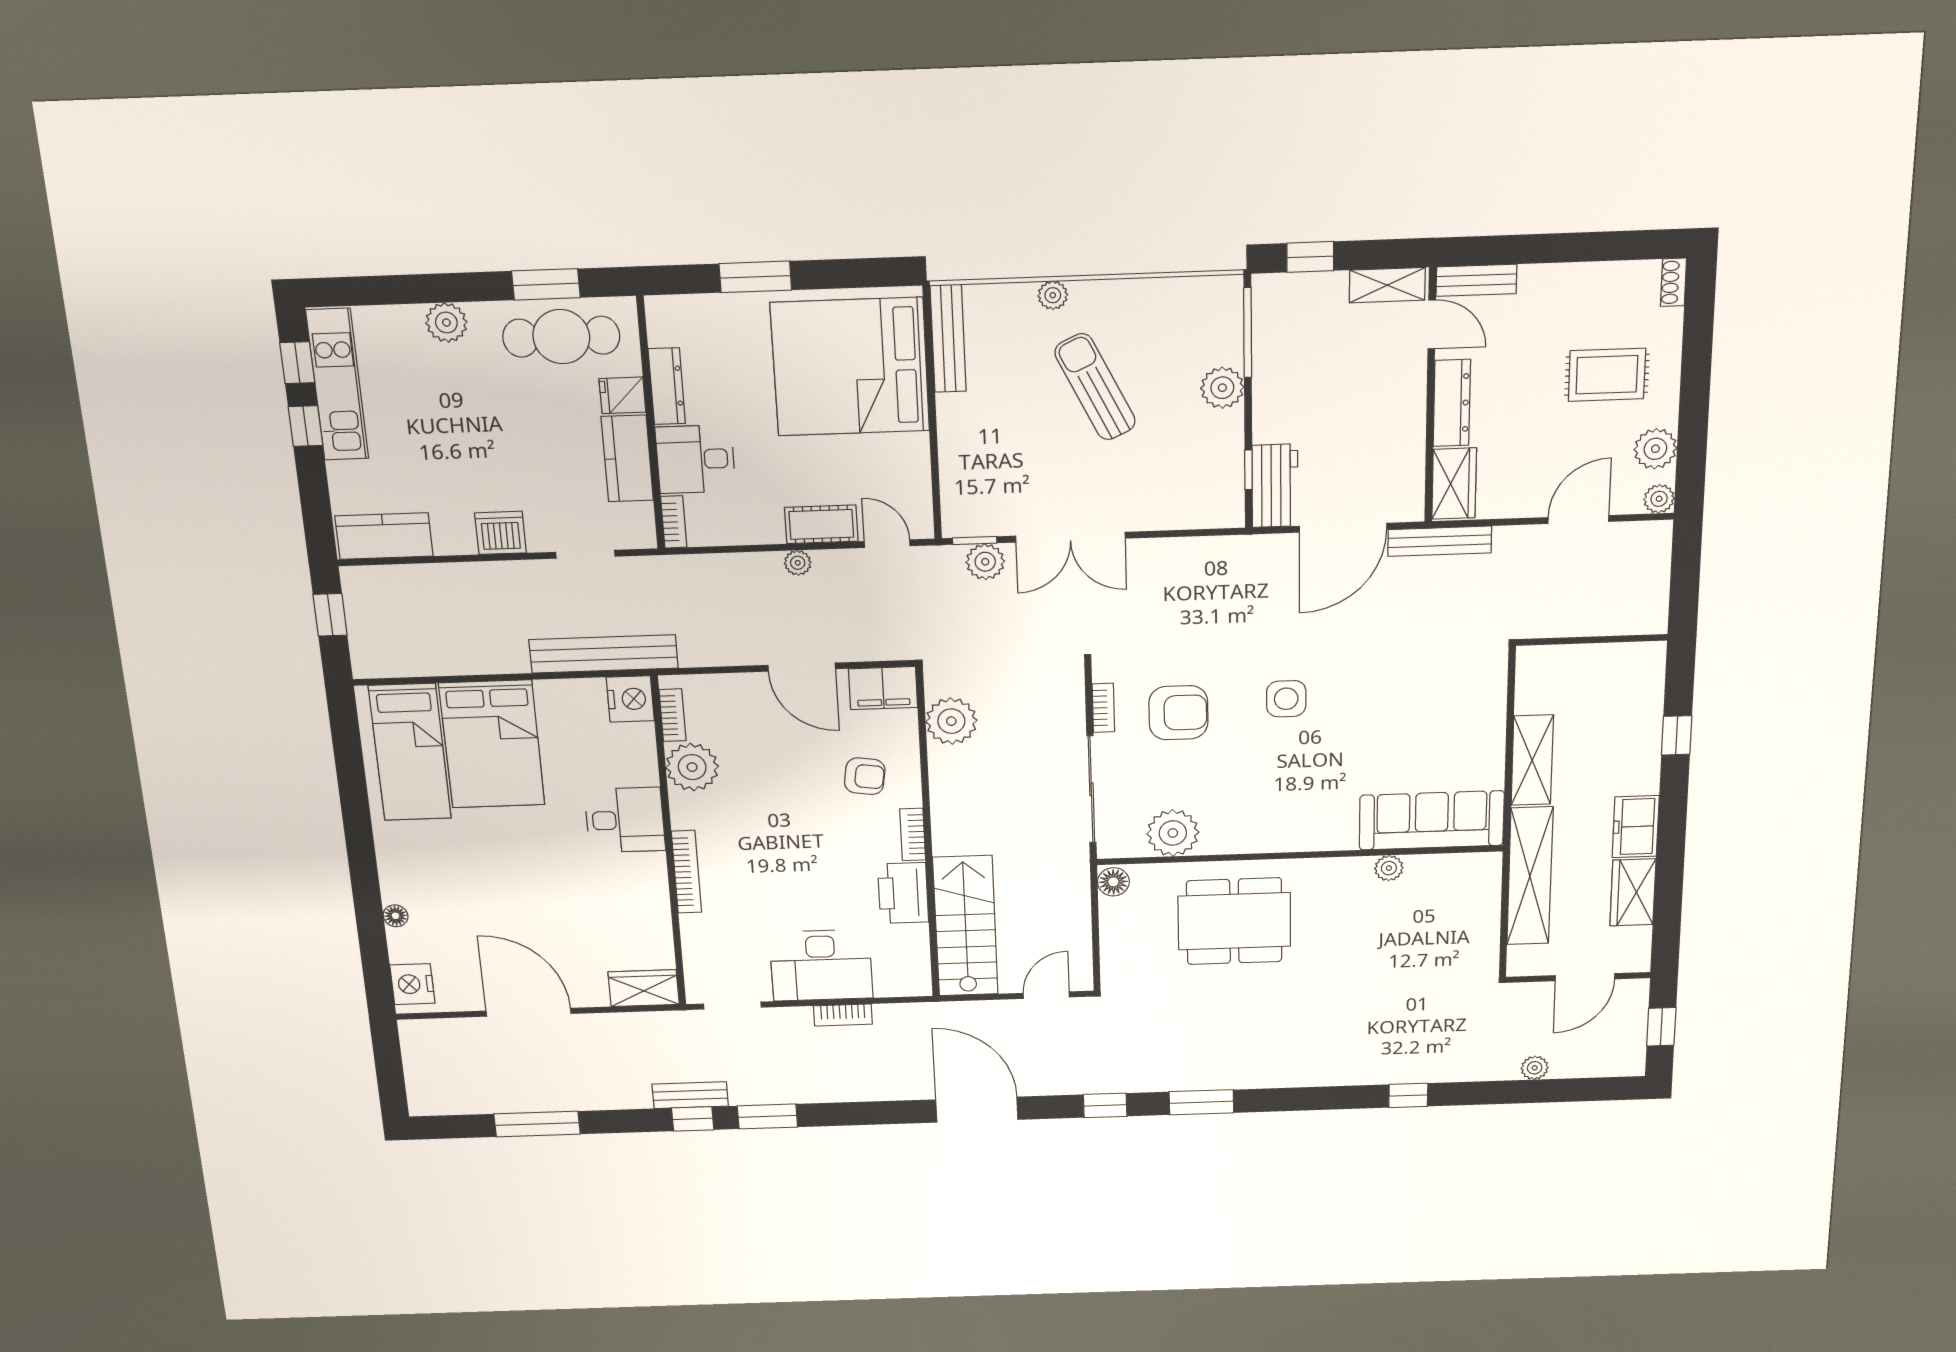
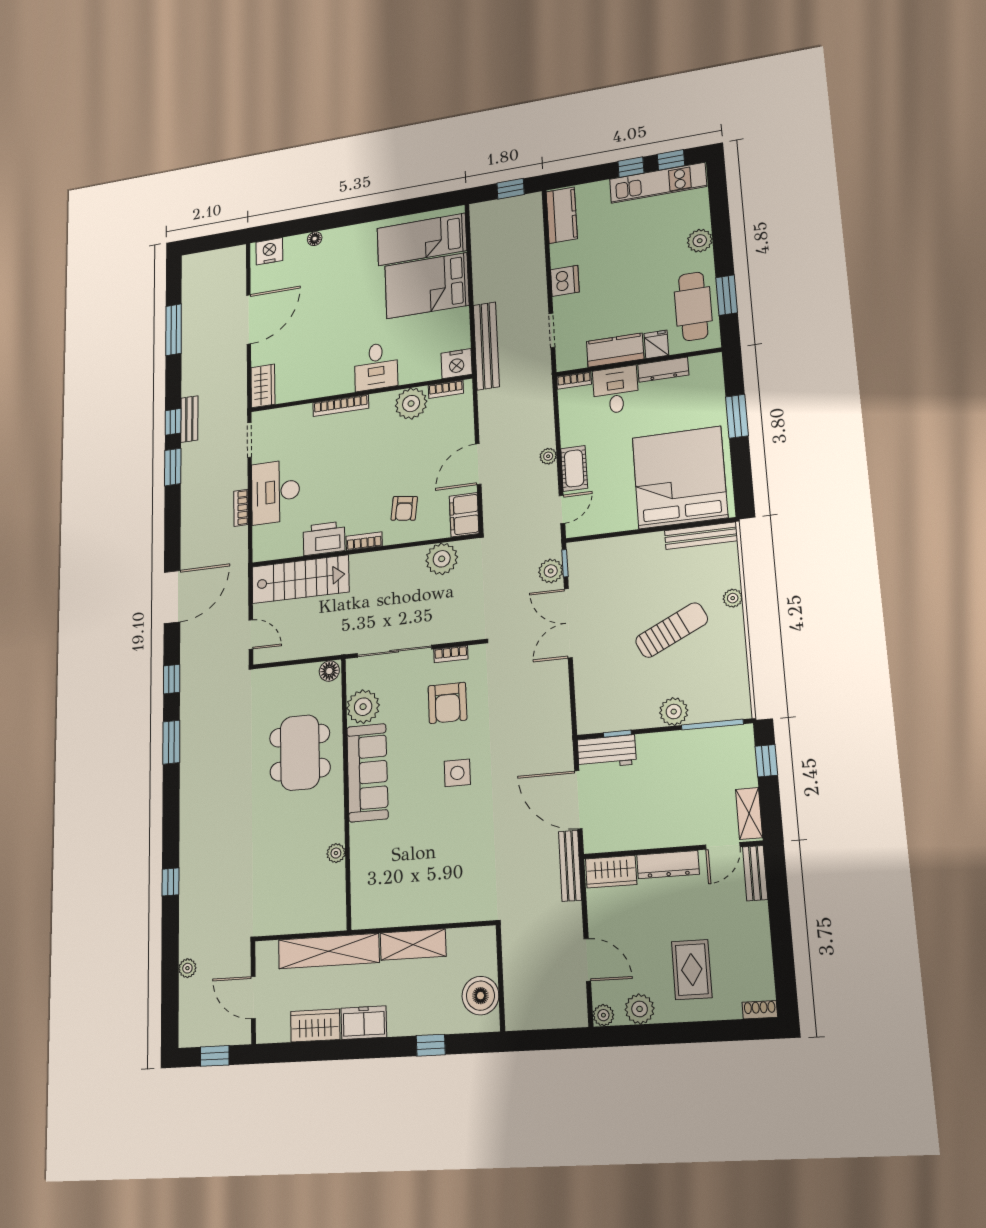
boiler: (1614, 667) -> (480, 996), added
sofa: (1432, 820) -> (367, 773), moved

